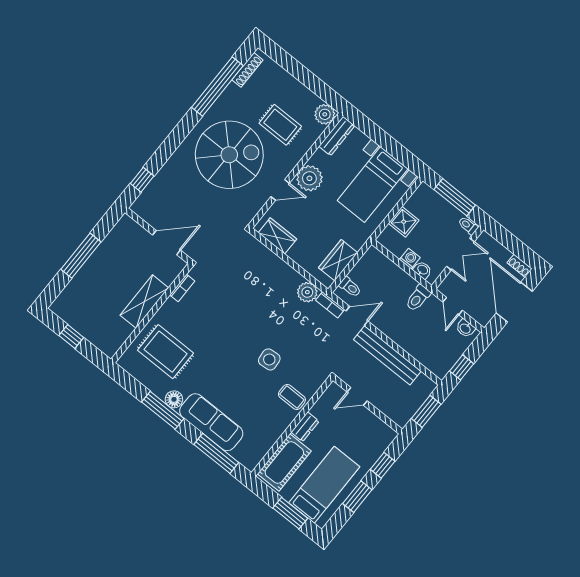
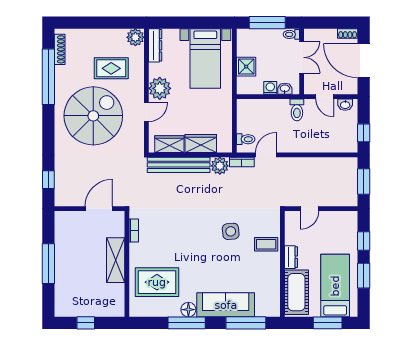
wardrobe: (338, 260) -> (201, 144), moved, turned 90
bench: (387, 355) -> (179, 165), moved

